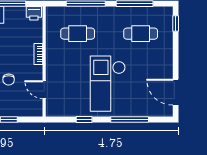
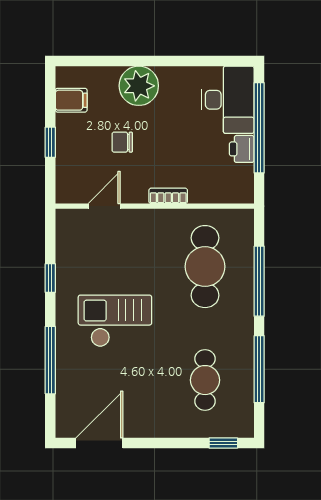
printer: (34, 13) -> (242, 149), moved
cafe table: (78, 34) -> (205, 267), width x1.37, depth x1.35
checkout: (108, 84) -> (115, 321), width x0.73, depth x0.83

